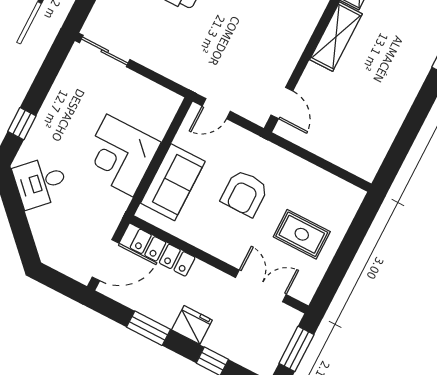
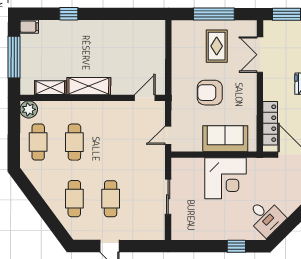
sliding door: (105, 51) -> (168, 197), moved
door: (216, 109) -> (168, 135), swing flipped
armchair: (245, 193) -> (210, 93), turned 180
window: (346, 252) -> (214, 14), added

